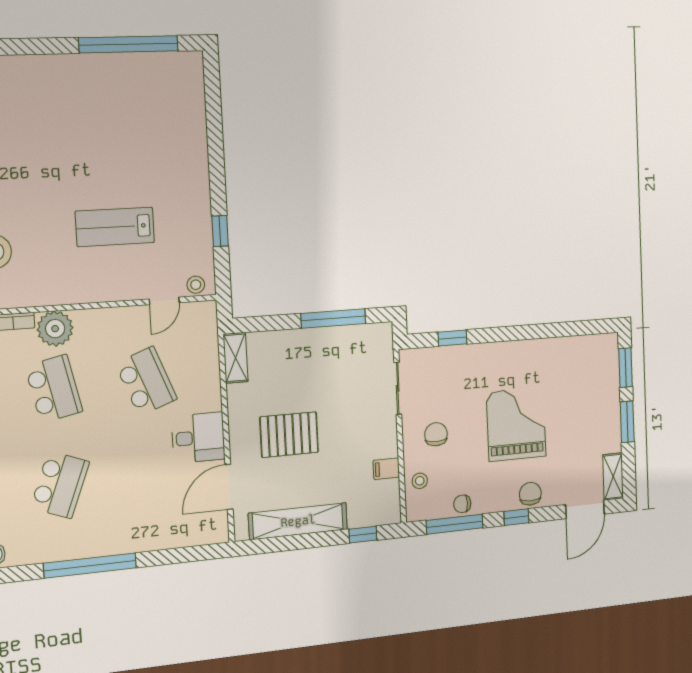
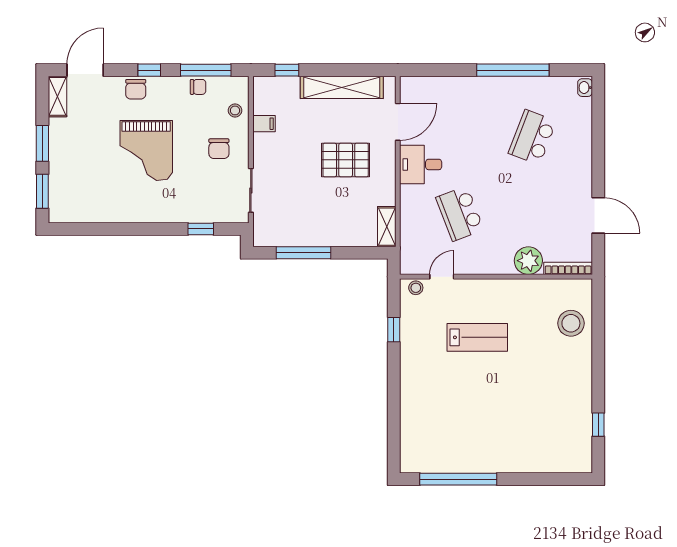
school desk: (54, 389) -> (532, 214), removed

